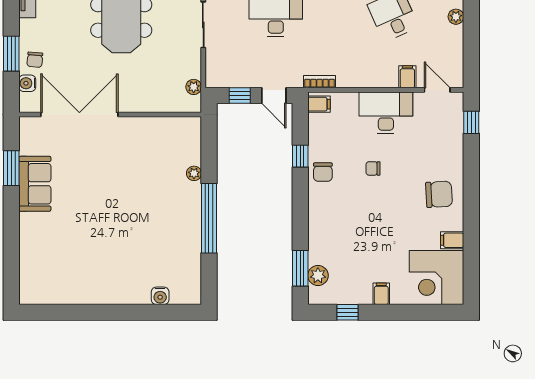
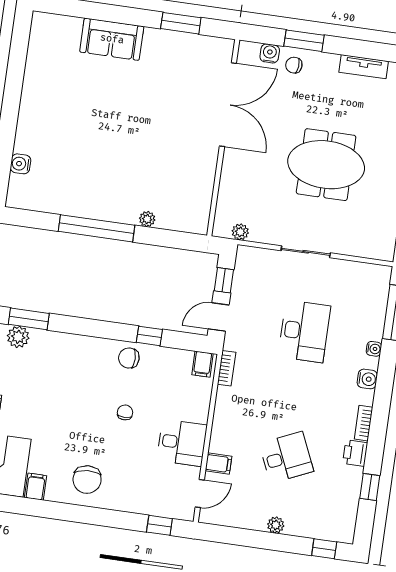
desk: (386, 113) -> (182, 443), width x0.73
sofa: (35, 184) -> (112, 39), moved

